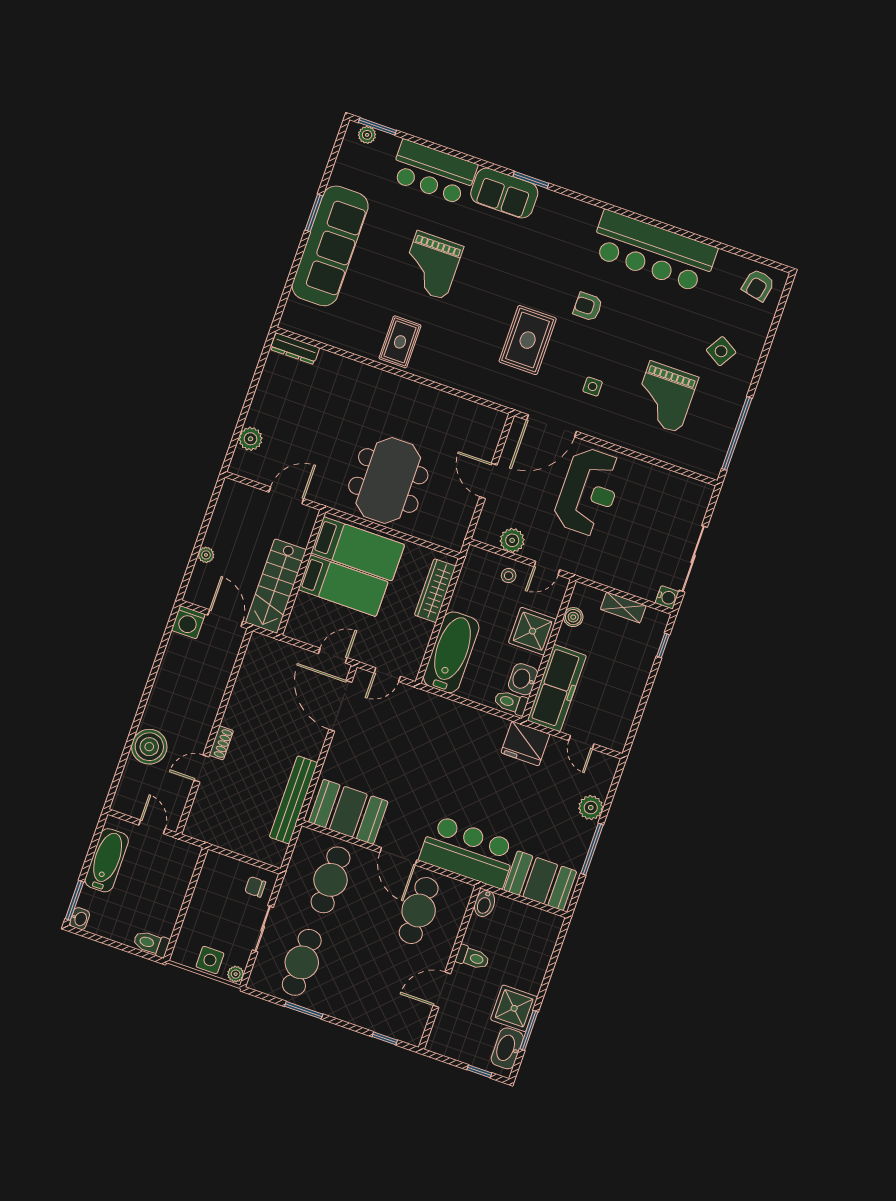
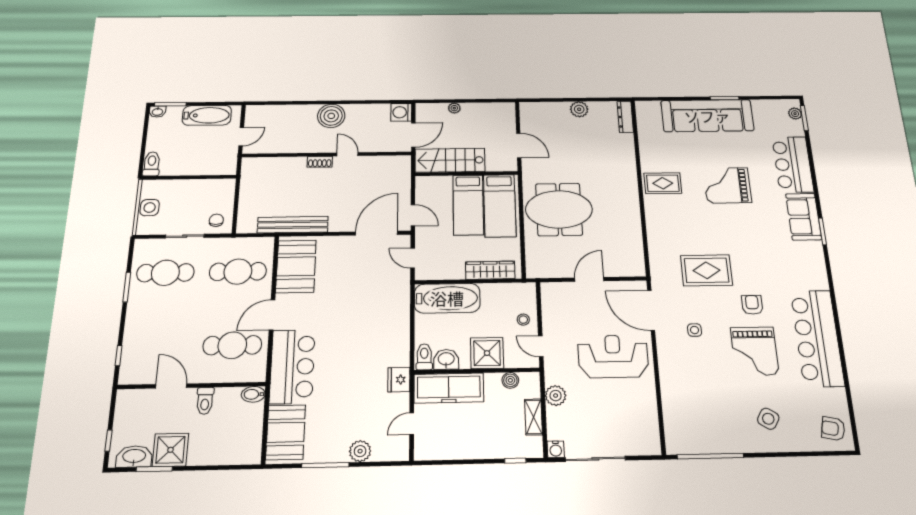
grand piano: (665, 397) -> (755, 351), moved, turned -90
plant: (250, 439) -> (579, 109), moved
reception desk: (589, 492) -> (613, 356), turned 180
plant: (512, 540) -> (556, 396), moved
fridge: (525, 743) -> (399, 380), width x0.73, depth x0.75
boiler: (149, 747) -> (331, 116), moved
door: (201, 769) -> (347, 154), moved
plant: (236, 974) -> (143, 229), removed

